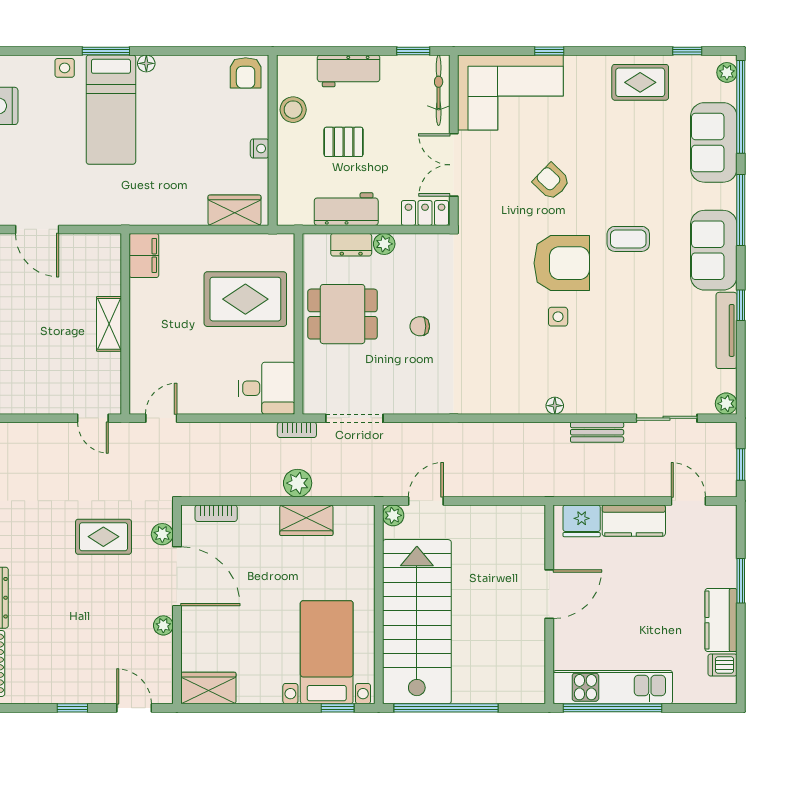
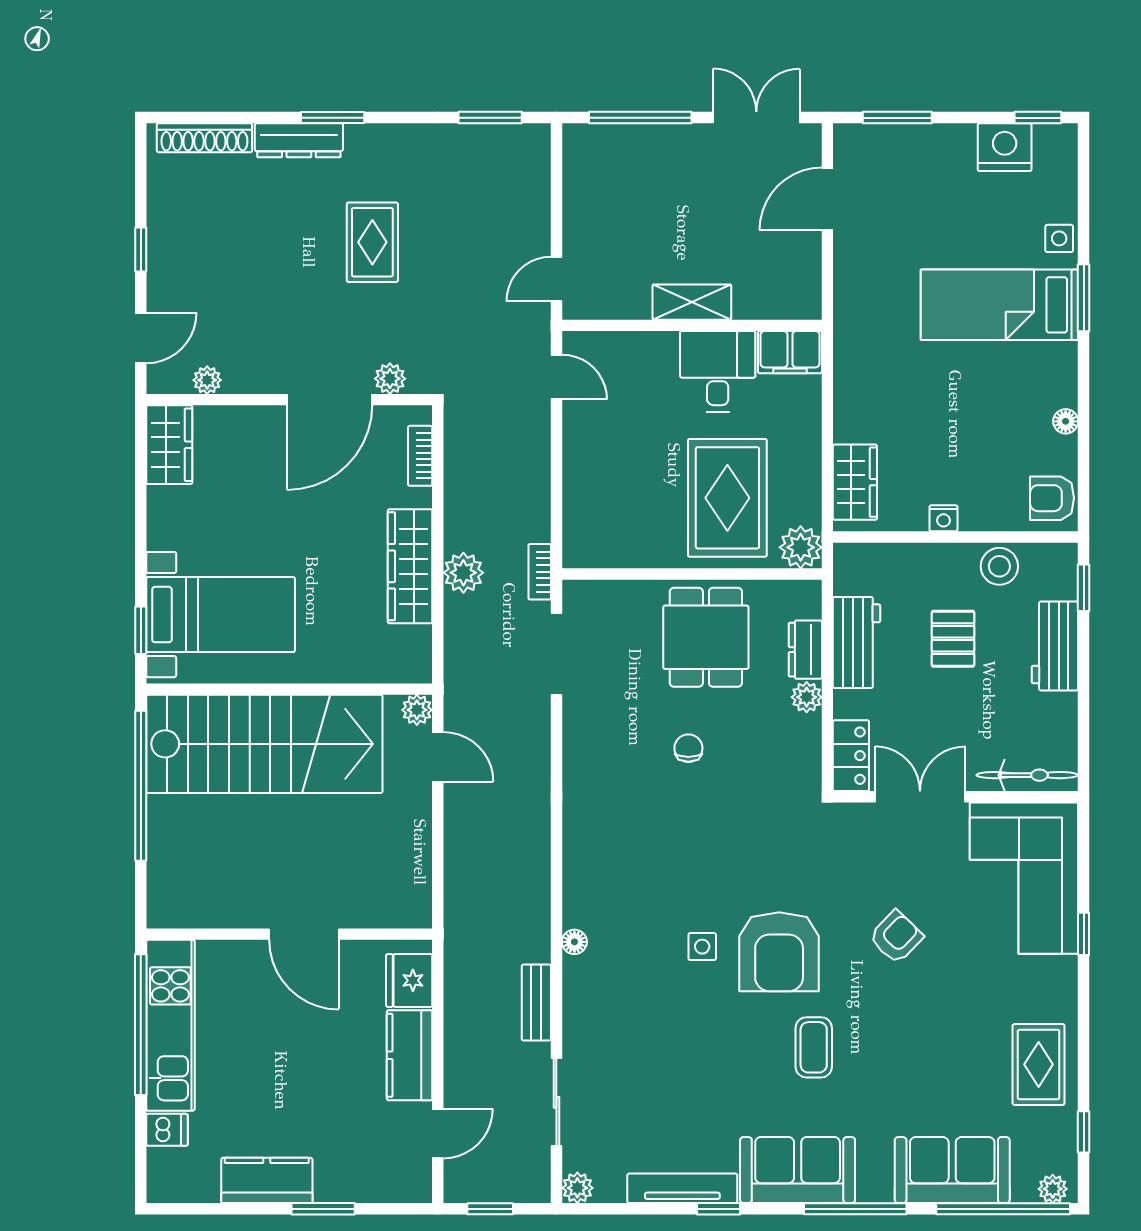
window: (413, 51) -> (1084, 588), moved
floor lamp: (146, 63) -> (1066, 421), moved
plant: (280, 248) -> (801, 547), added
desk: (266, 388) -> (718, 371), moved, turned 180
wardrobe: (306, 520) -> (410, 566), width x1.50
rug: (103, 537) -> (372, 242), moved
plant: (163, 625) -> (207, 380), moved
dishwasher: (722, 665) -> (167, 1130), moved, turned 90

